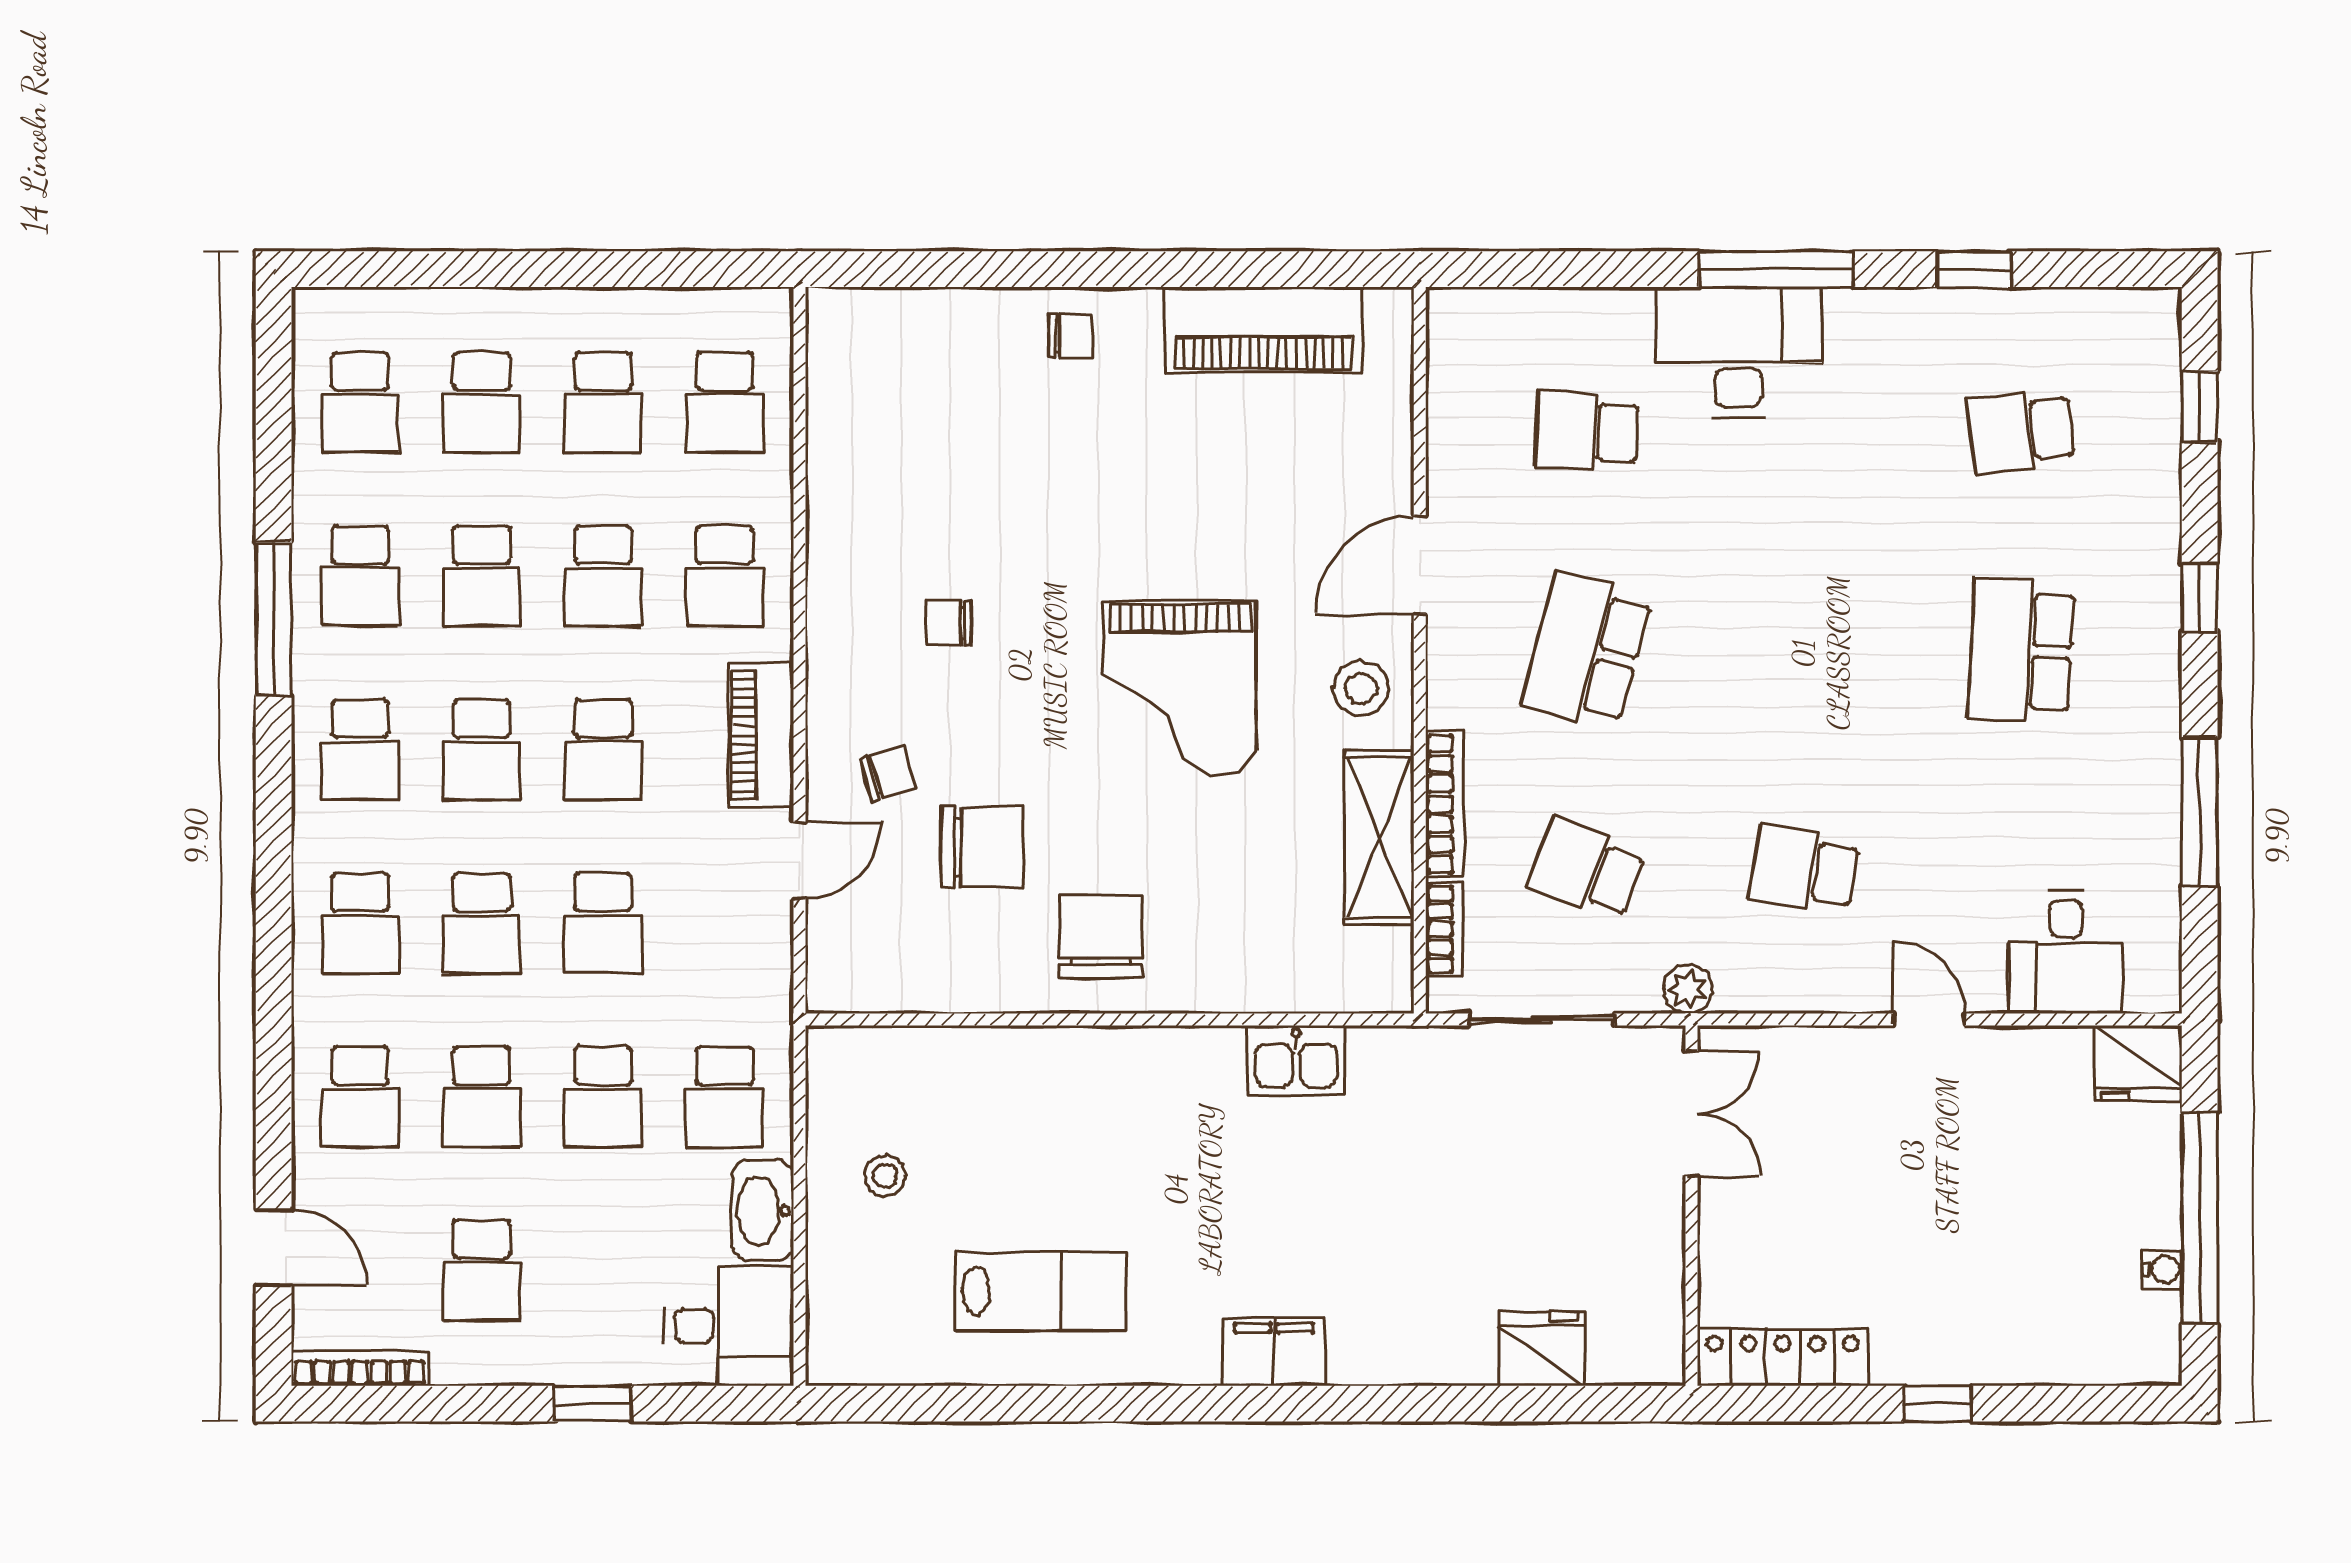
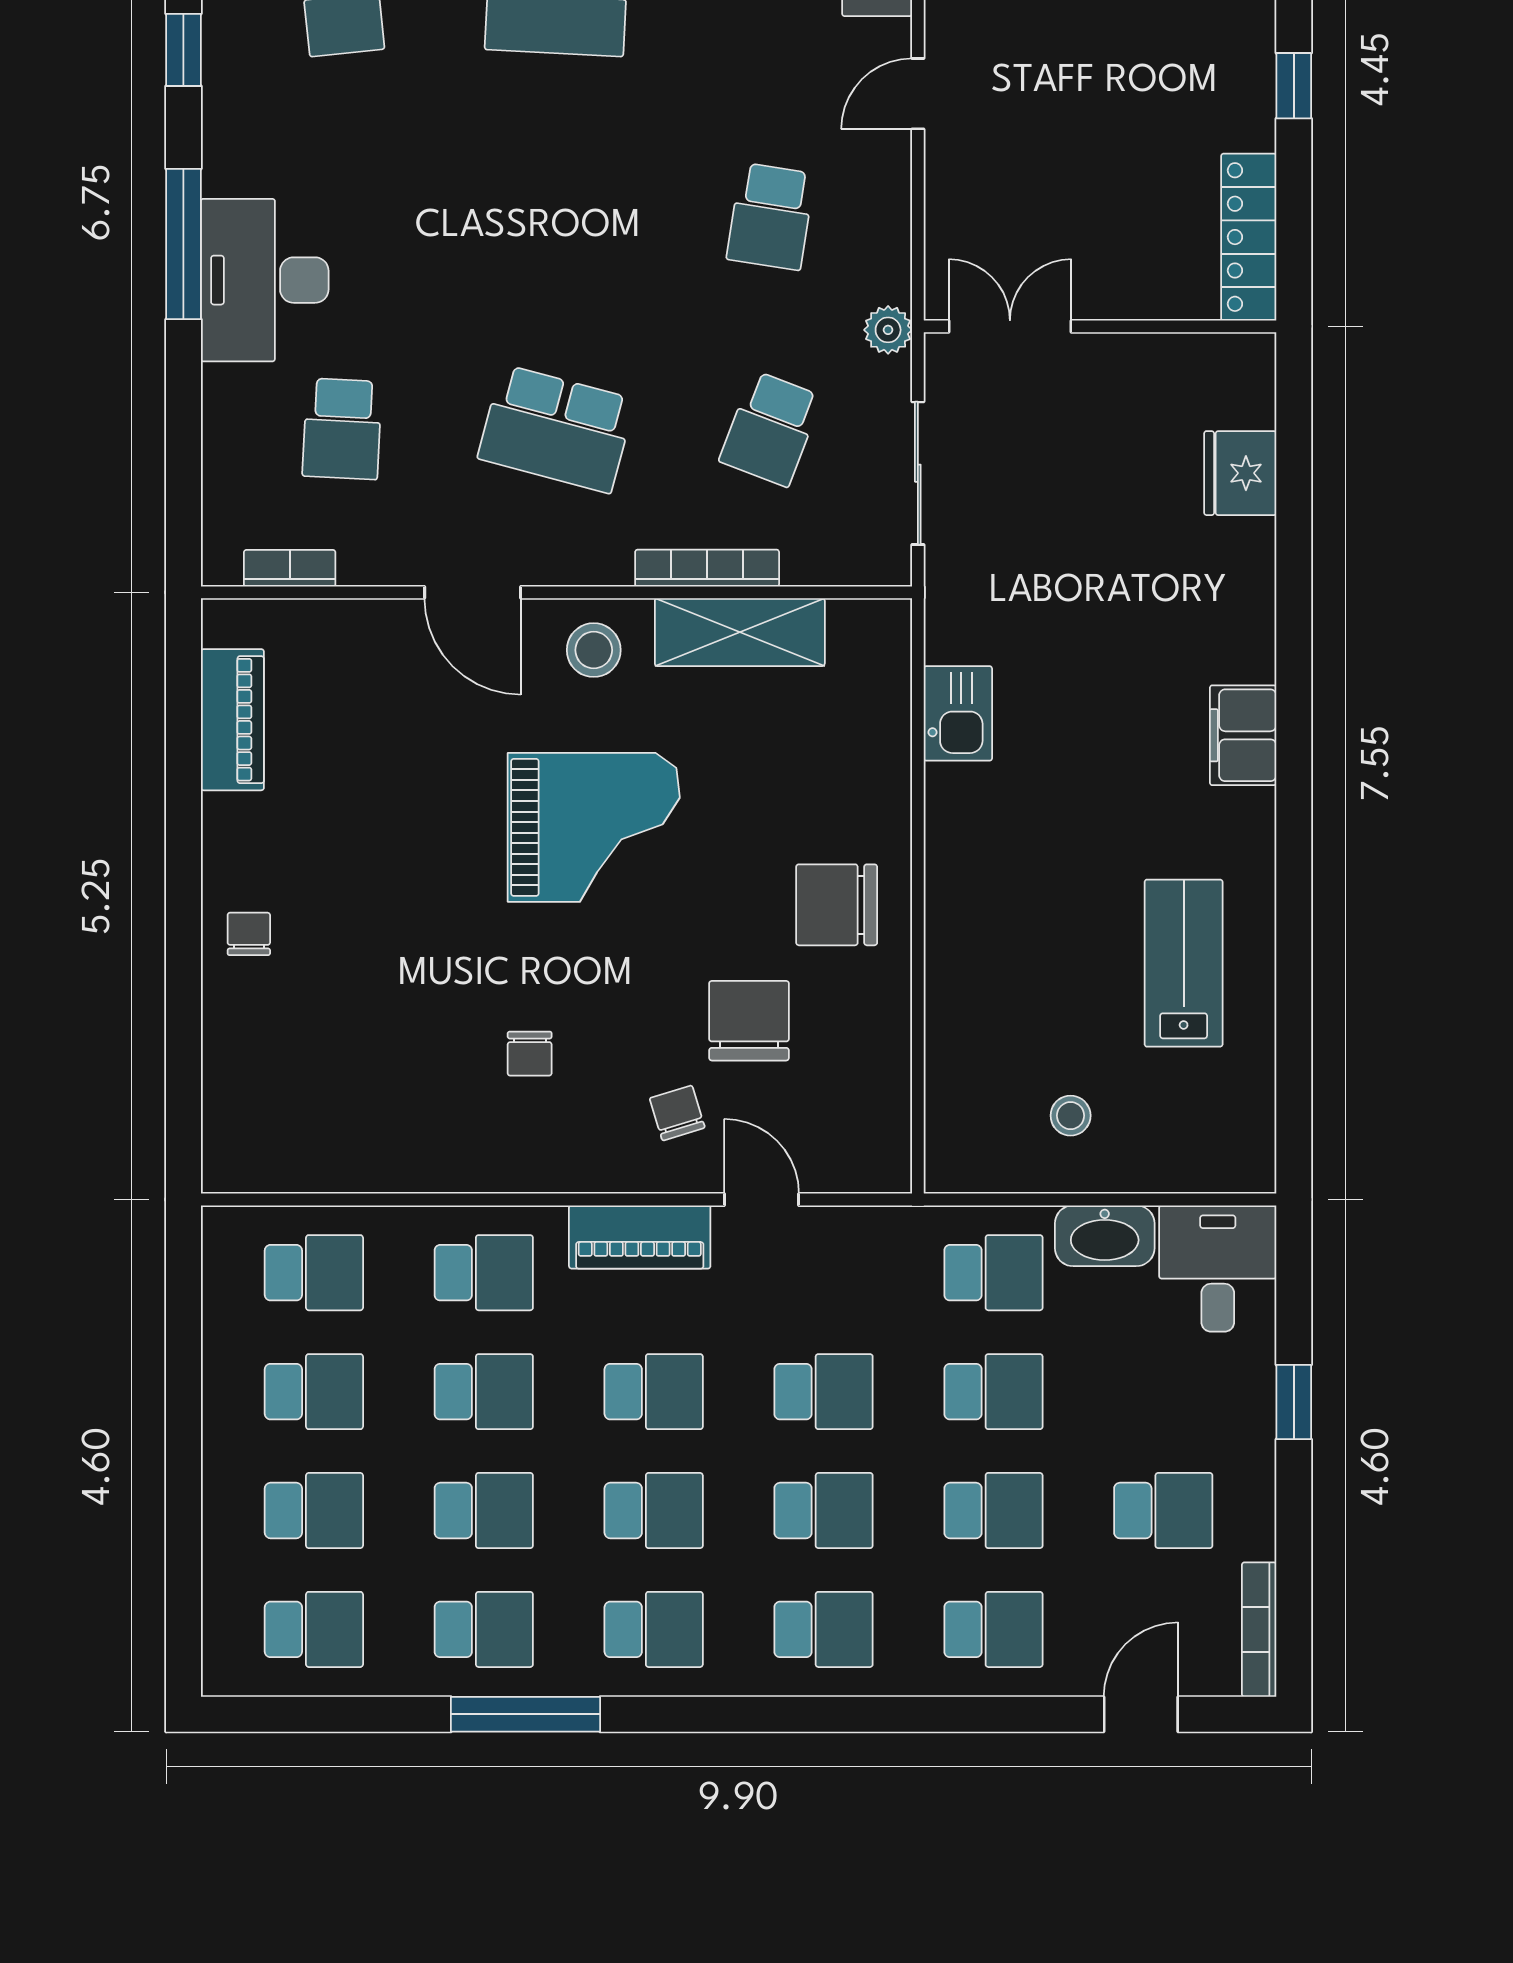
piano: (1263, 330) -> (232, 720), width x0.73, depth x0.75
bookcase: (1444, 929) -> (290, 568), moved

